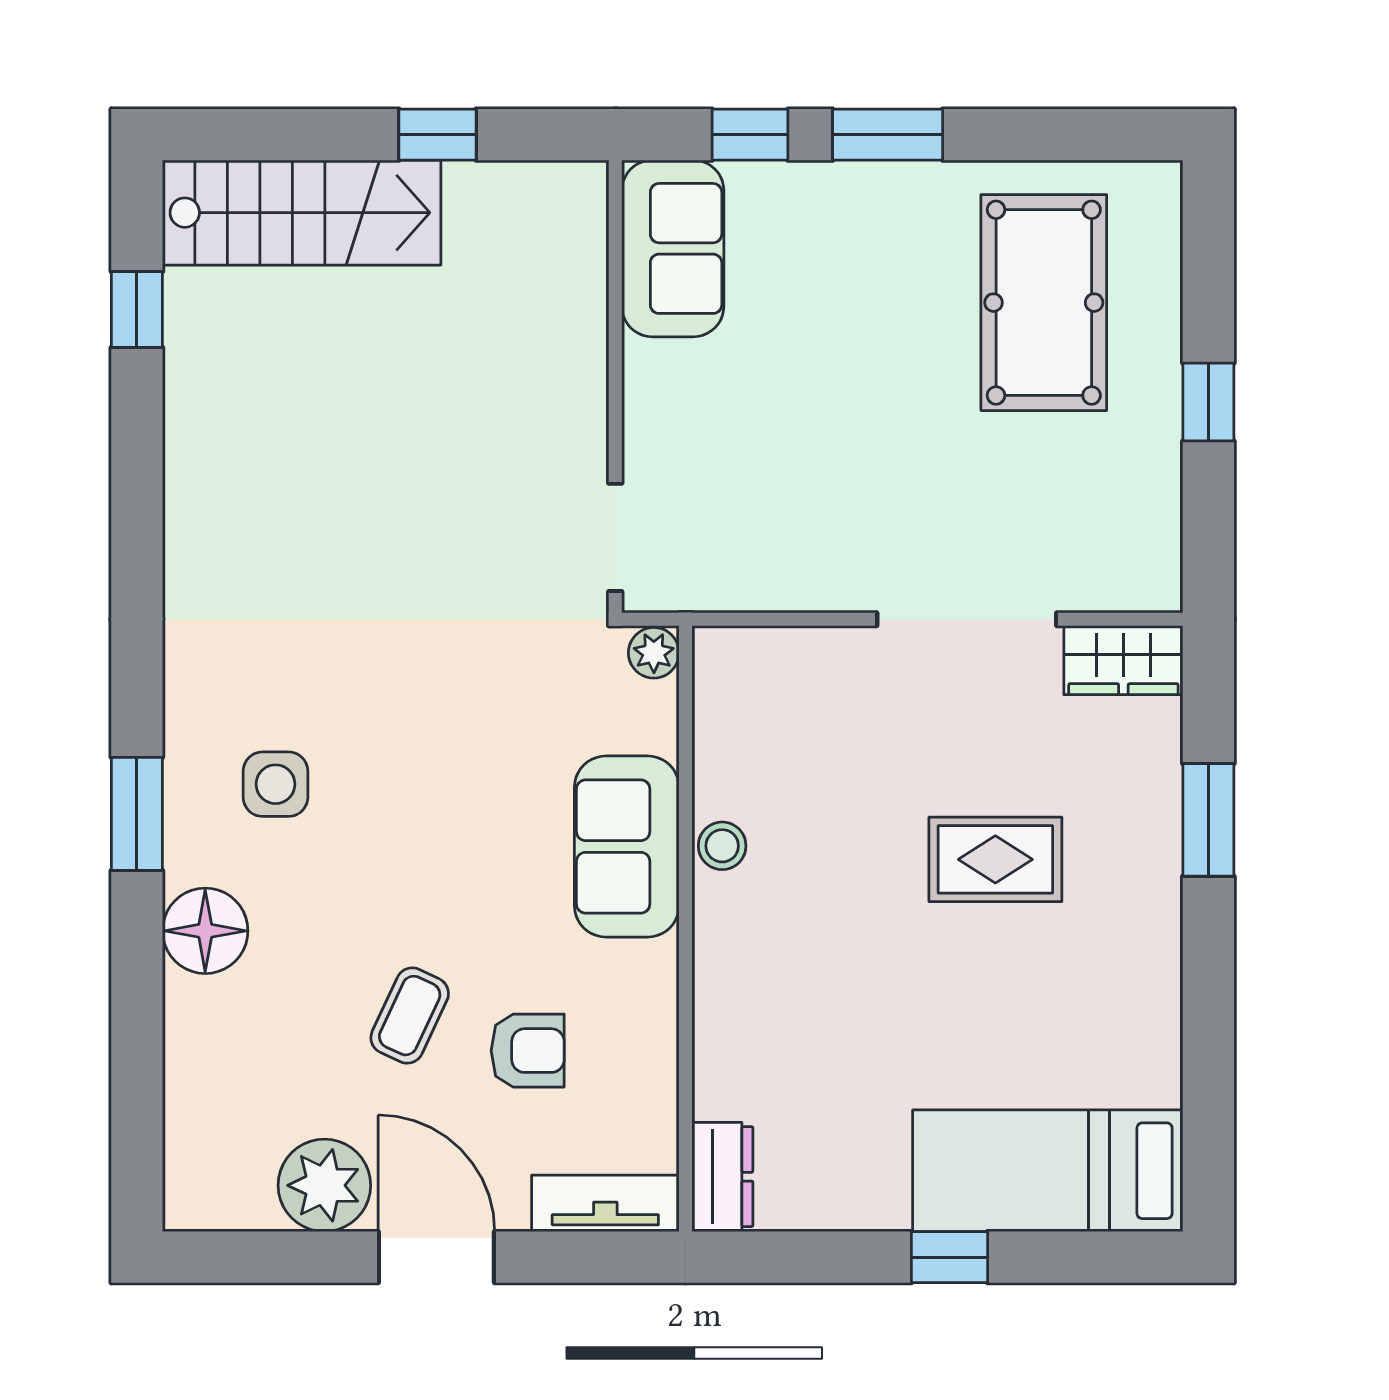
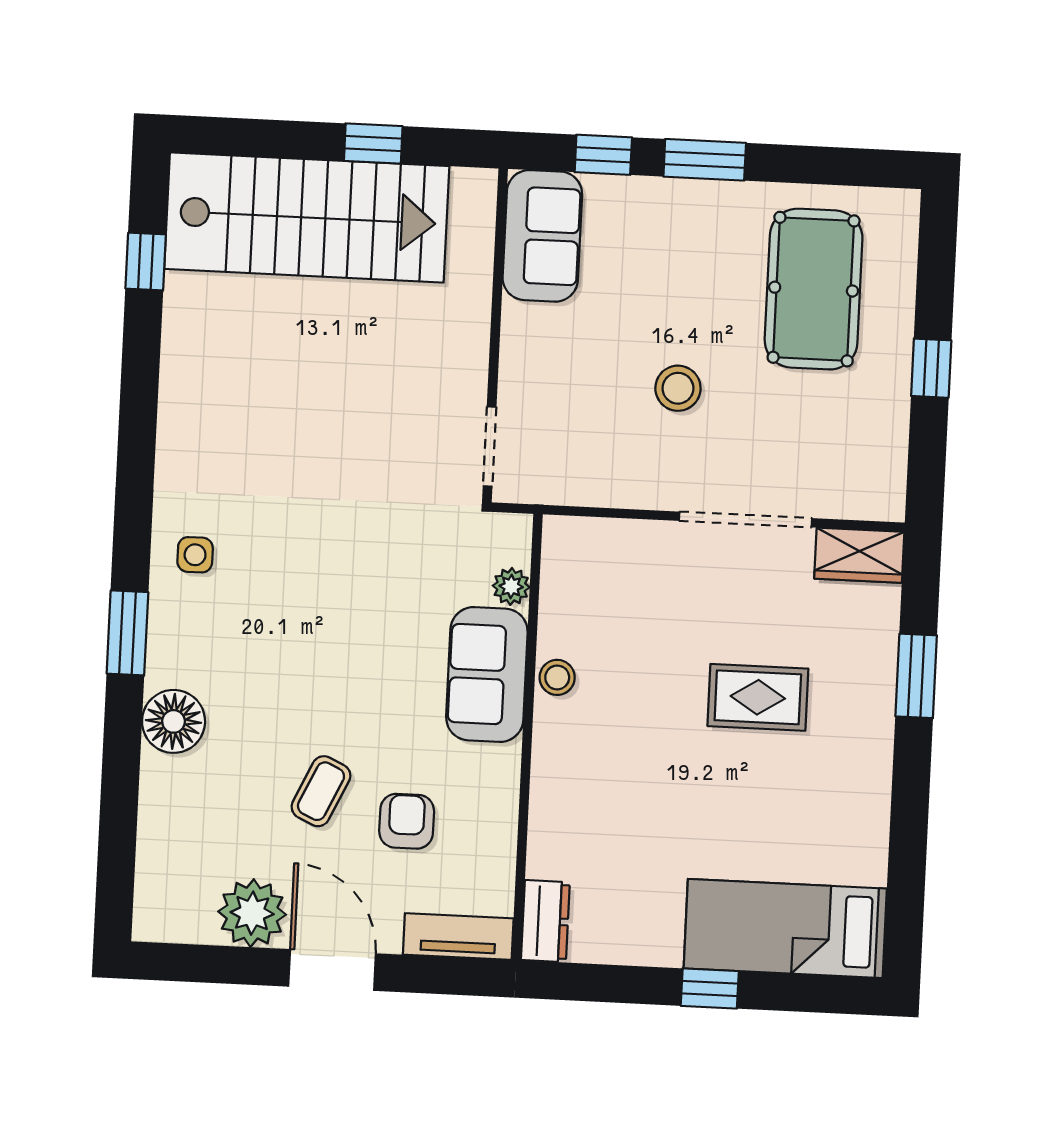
stairs: (302, 213) -> (307, 217), width x1.36, depth x1.51
stool: (867, 446) -> (678, 388), added
plant: (654, 653) -> (511, 586), moved
side table: (276, 784) -> (195, 555), moved, width x0.73, depth x0.73
armchair: (528, 1051) -> (407, 821), turned -90

